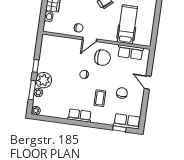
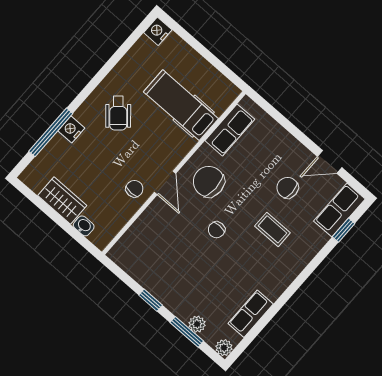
chair: (102, 58) -> (209, 182), turned -90
plant: (44, 80) -> (182, 302), removed
door: (148, 82) -> (330, 162), moved
row of seats: (80, 115) -> (251, 314), moved

